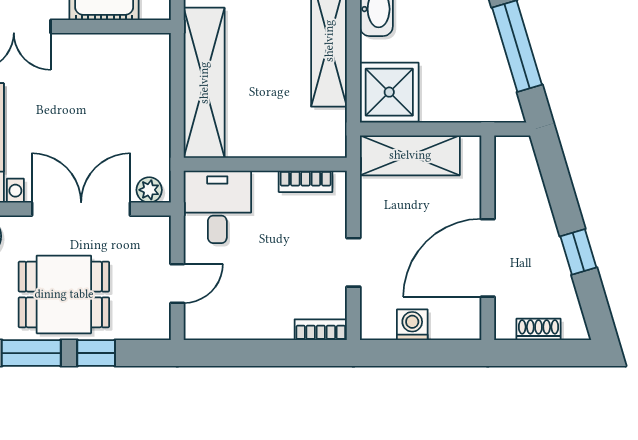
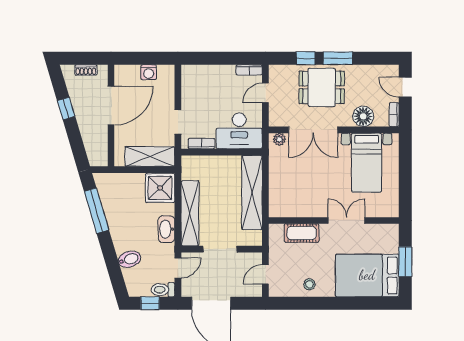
desk: (217, 207) -> (239, 131), width x1.37
doorway: (353, 262) -> (178, 122), moved
bookcase: (321, 330) -> (249, 70), moved

